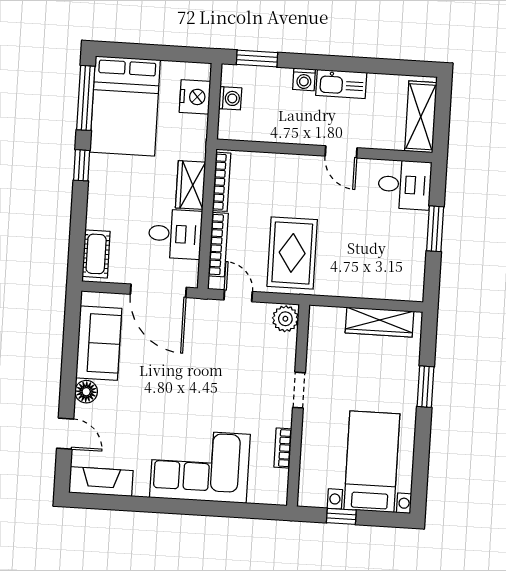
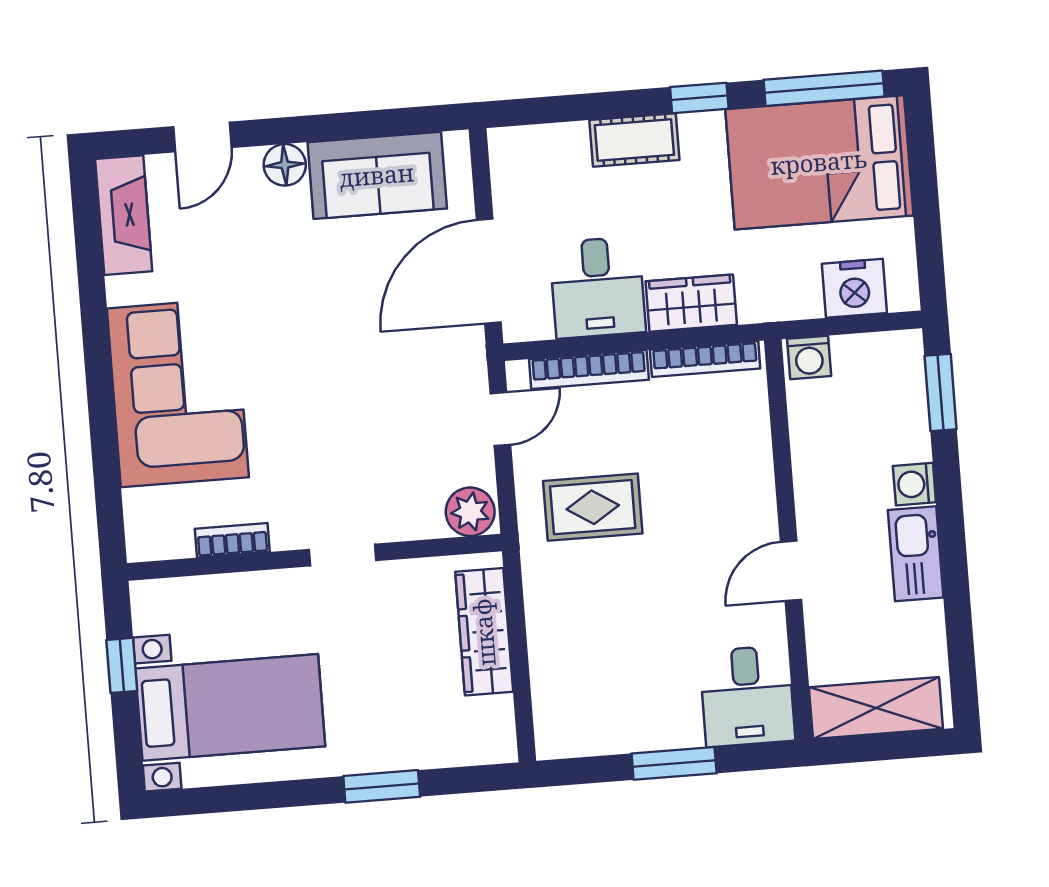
washing machine: (230, 98) -> (809, 357), moved
rug: (292, 253) -> (593, 507), width x0.73, depth x0.70
cot: (96, 254) -> (634, 140), moved
wardrobe: (379, 322) -> (484, 632), moved

